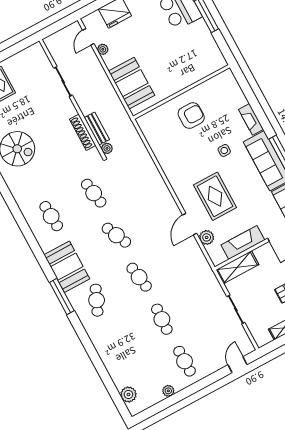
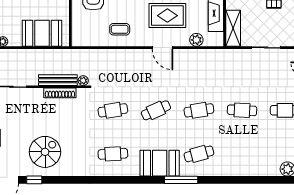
bench: (97, 129) -> (58, 80), width x1.36
coffee table: (176, 157) -> (120, 29), added
door: (190, 224) -> (162, 48), moved
cafe table: (97, 300) -> (199, 154), turned -39

